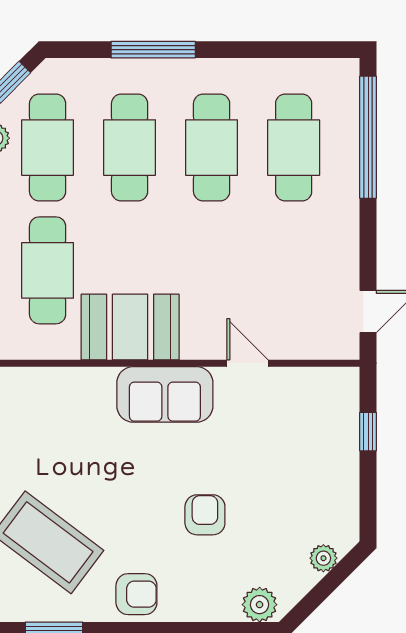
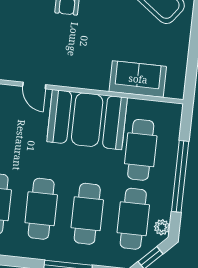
booth: (130, 327) -> (87, 120), width x1.36, depth x1.42
sofa: (165, 394) -> (138, 79), moved

